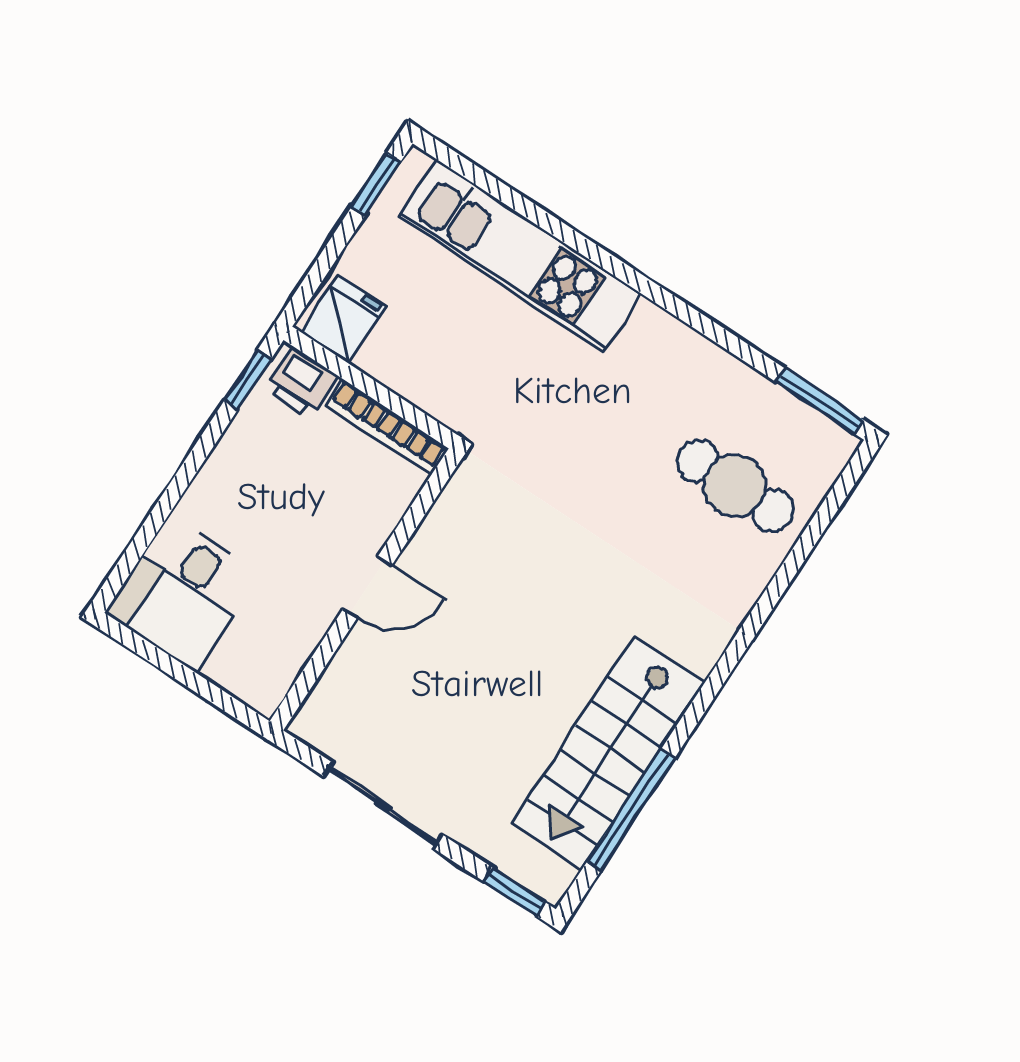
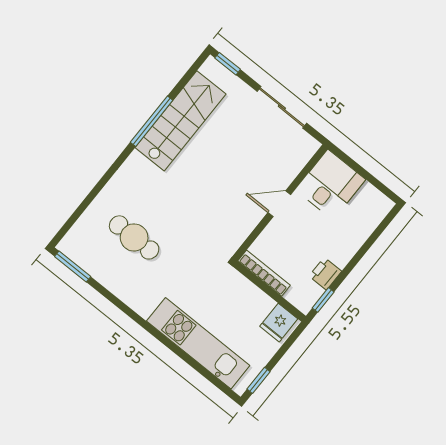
printer: (301, 382) -> (325, 274), moved, turned -90
cafe table: (735, 486) -> (134, 237), moved
desk: (183, 593) -> (330, 185), moved
window: (631, 810) -> (152, 121), moved

